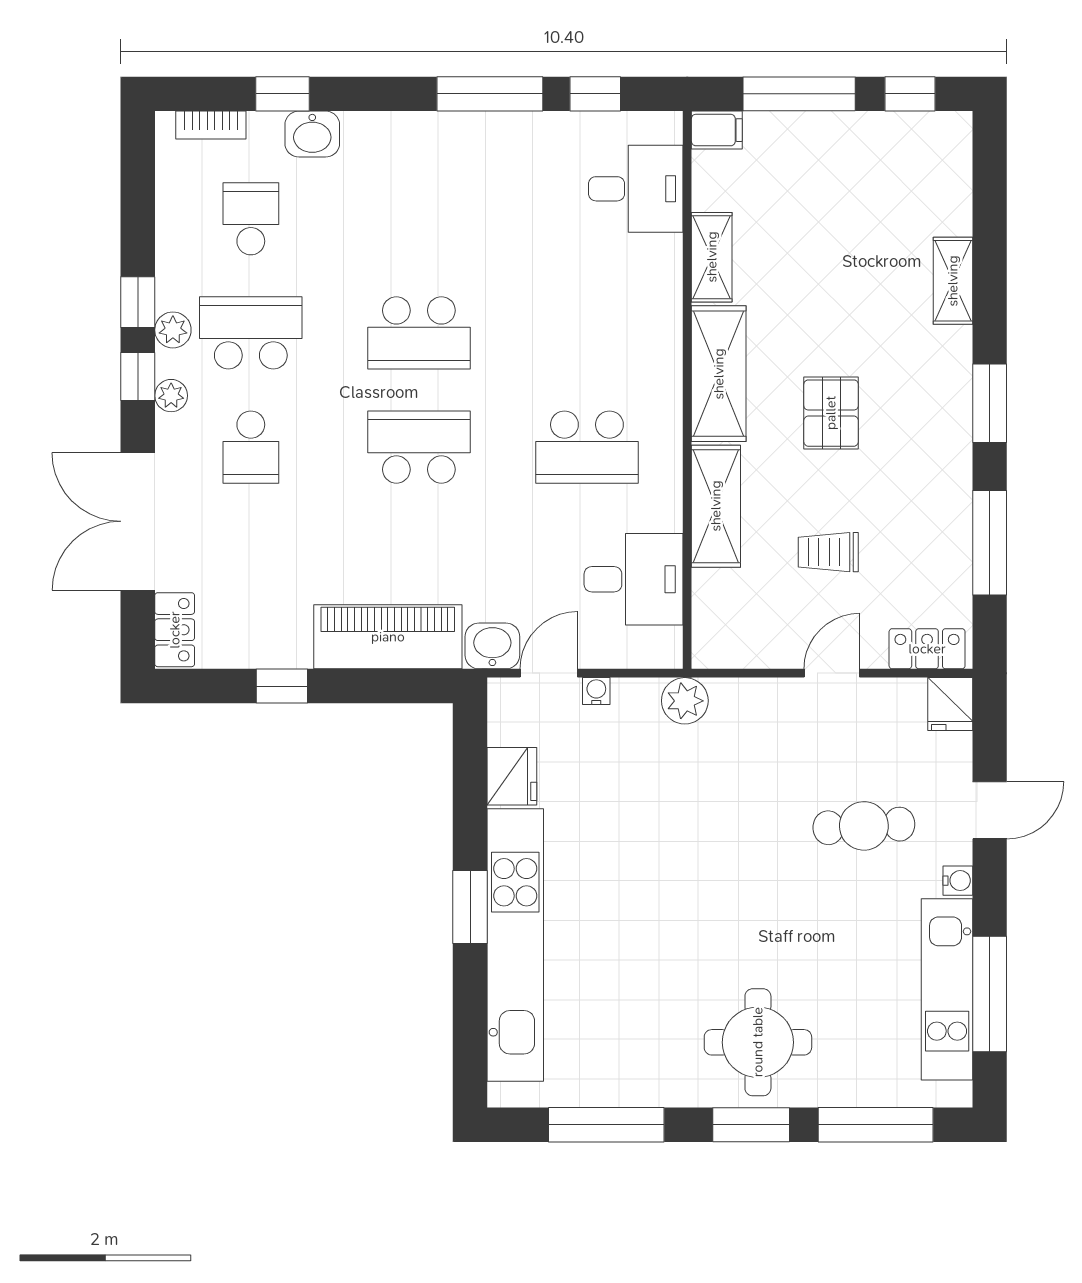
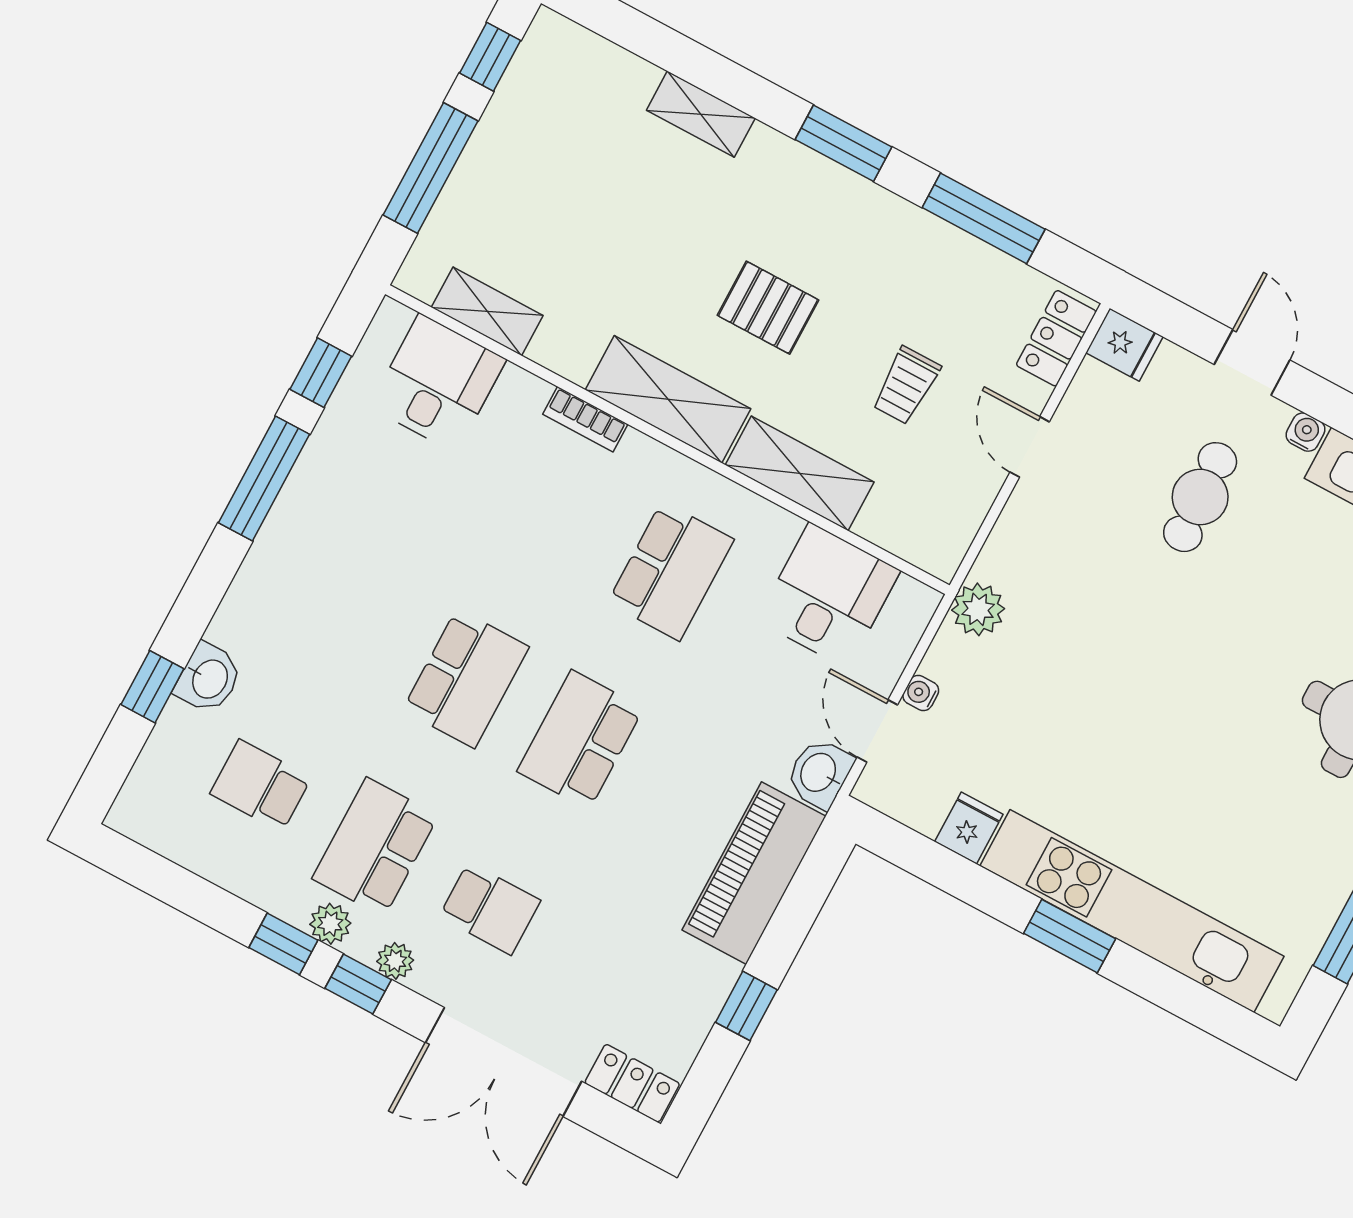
bookcase: (211, 125) -> (585, 419), moved, turned 90
filing cabinet: (717, 130) -> (422, 270), removed
shelving: (712, 257) -> (487, 311), moved
fridge: (512, 776) -> (969, 828), width x0.72

